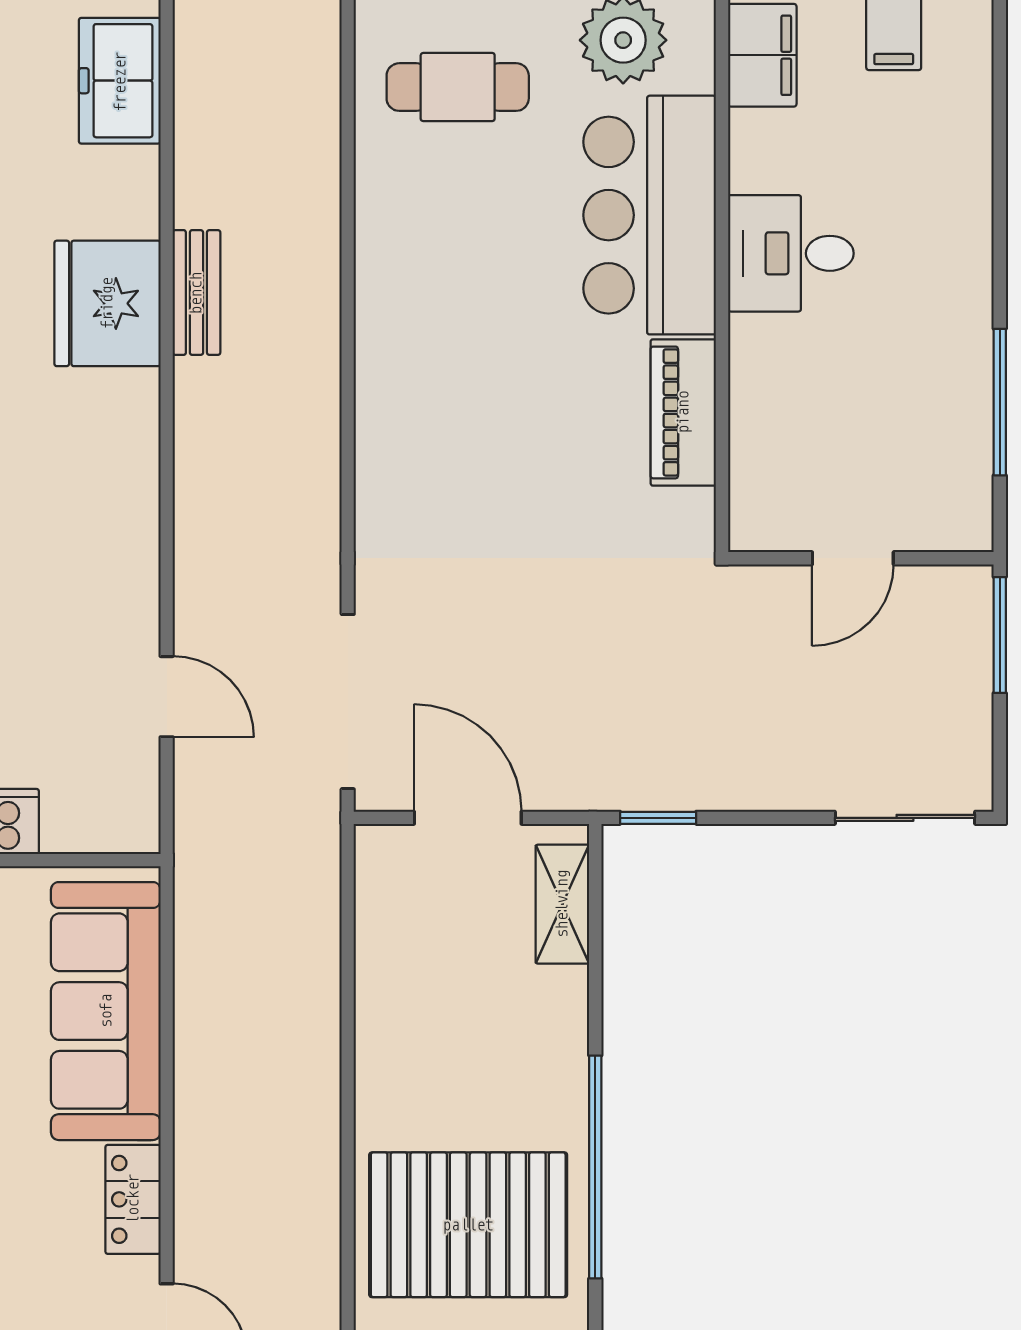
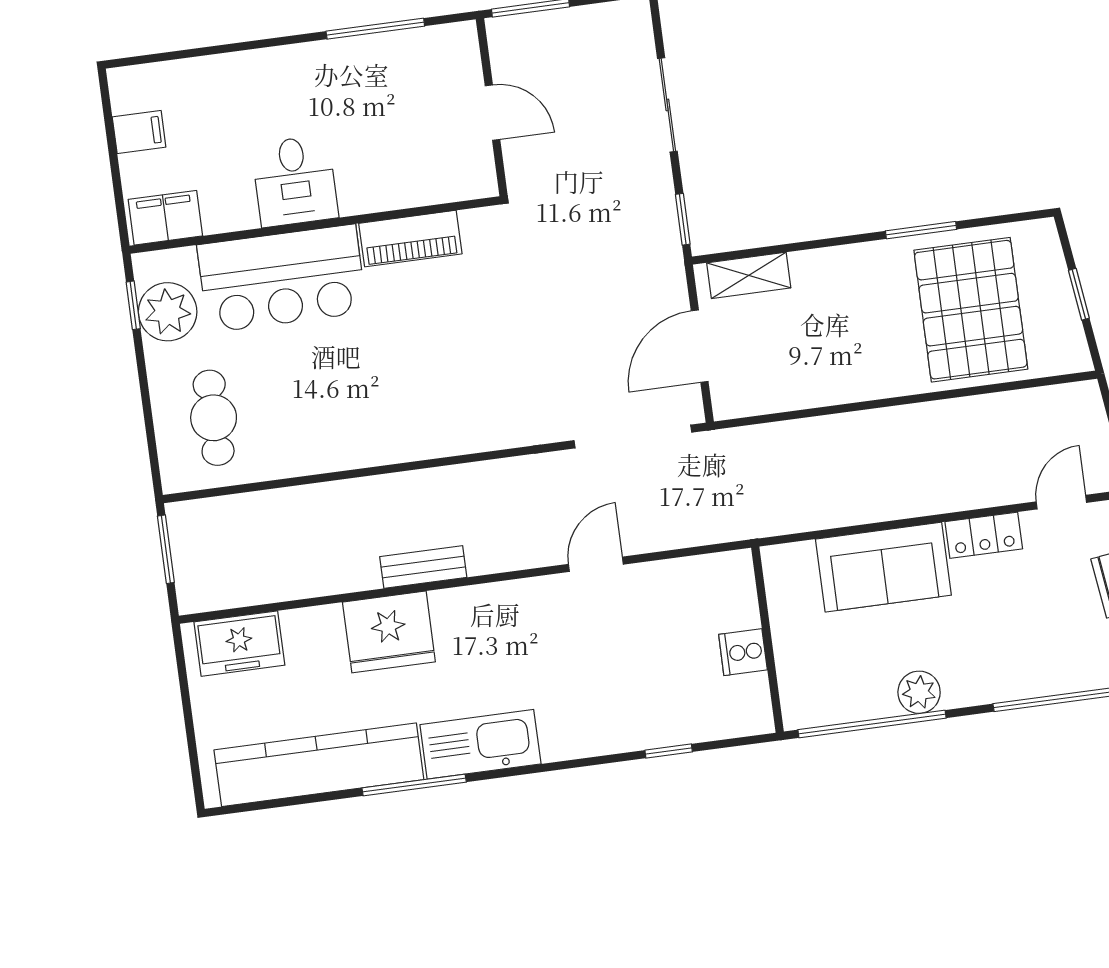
bench: (196, 293) -> (423, 567), moved
door: (167, 697) -> (596, 564), moved
sliding door: (905, 818) -> (667, 105), moved
sofa: (106, 1011) -> (883, 567), width x0.73
window: (595, 1167) -> (921, 230), width x0.47

